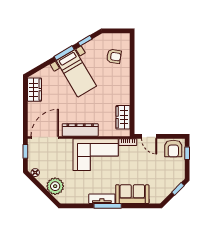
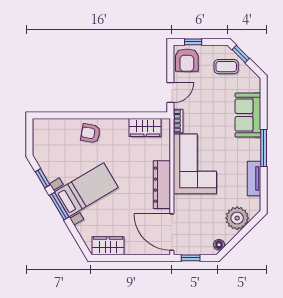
armchair: (114, 56) -> (91, 133), moved, turned -89
armchair: (173, 149) -> (187, 60), turned 90
coffee table: (169, 178) -> (226, 67), added
tv unit: (102, 199) -> (254, 178), moved

